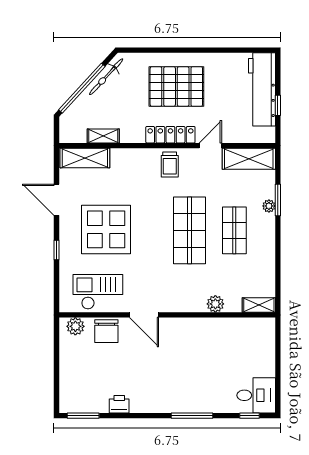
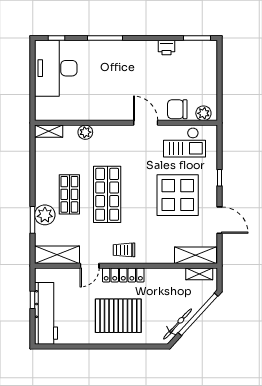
shelving: (103, 136) -> (199, 274), moved
trolley: (170, 164) -> (124, 250), turned -90
plant: (269, 206) -> (45, 215), width x1.88, depth x1.88
chair: (106, 331) -> (177, 109), turned -90
desk: (256, 395) -> (56, 68), width x1.87, depth x1.30

